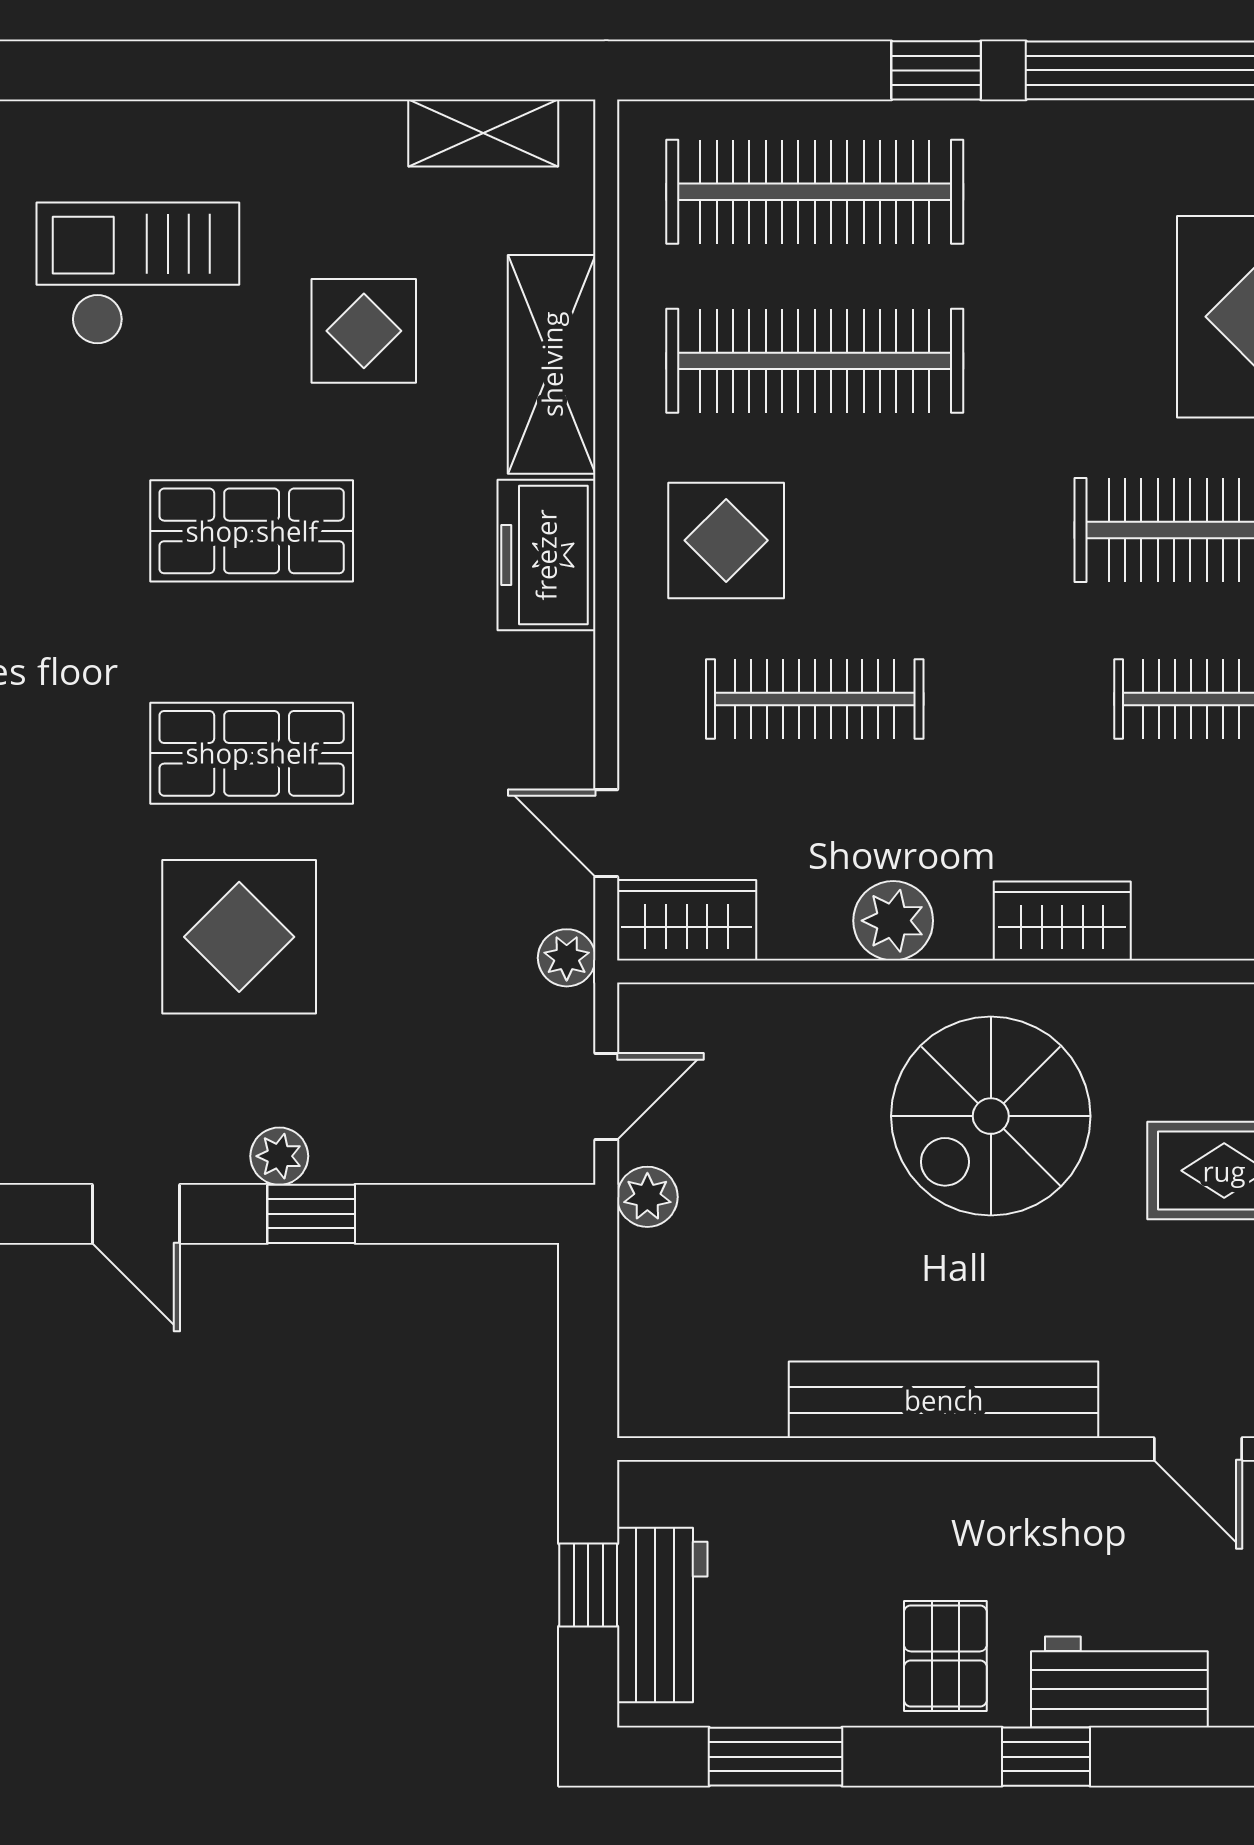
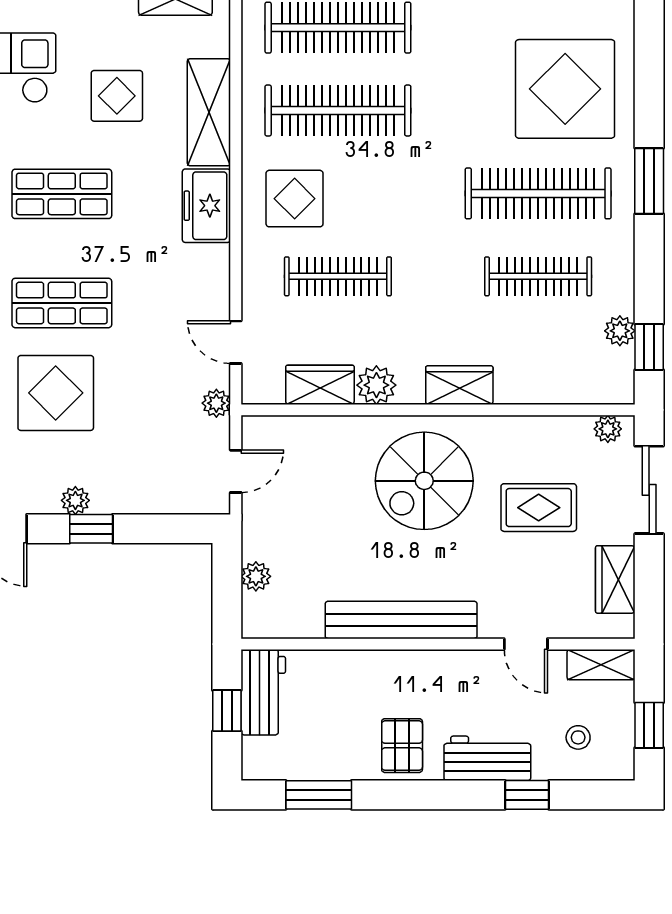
wardrobe: (687, 920) -> (320, 385), moved
plant: (647, 1197) -> (256, 576), moved
workbench: (662, 1615) -> (263, 692), moved
window: (1046, 1757) -> (527, 795), moved

